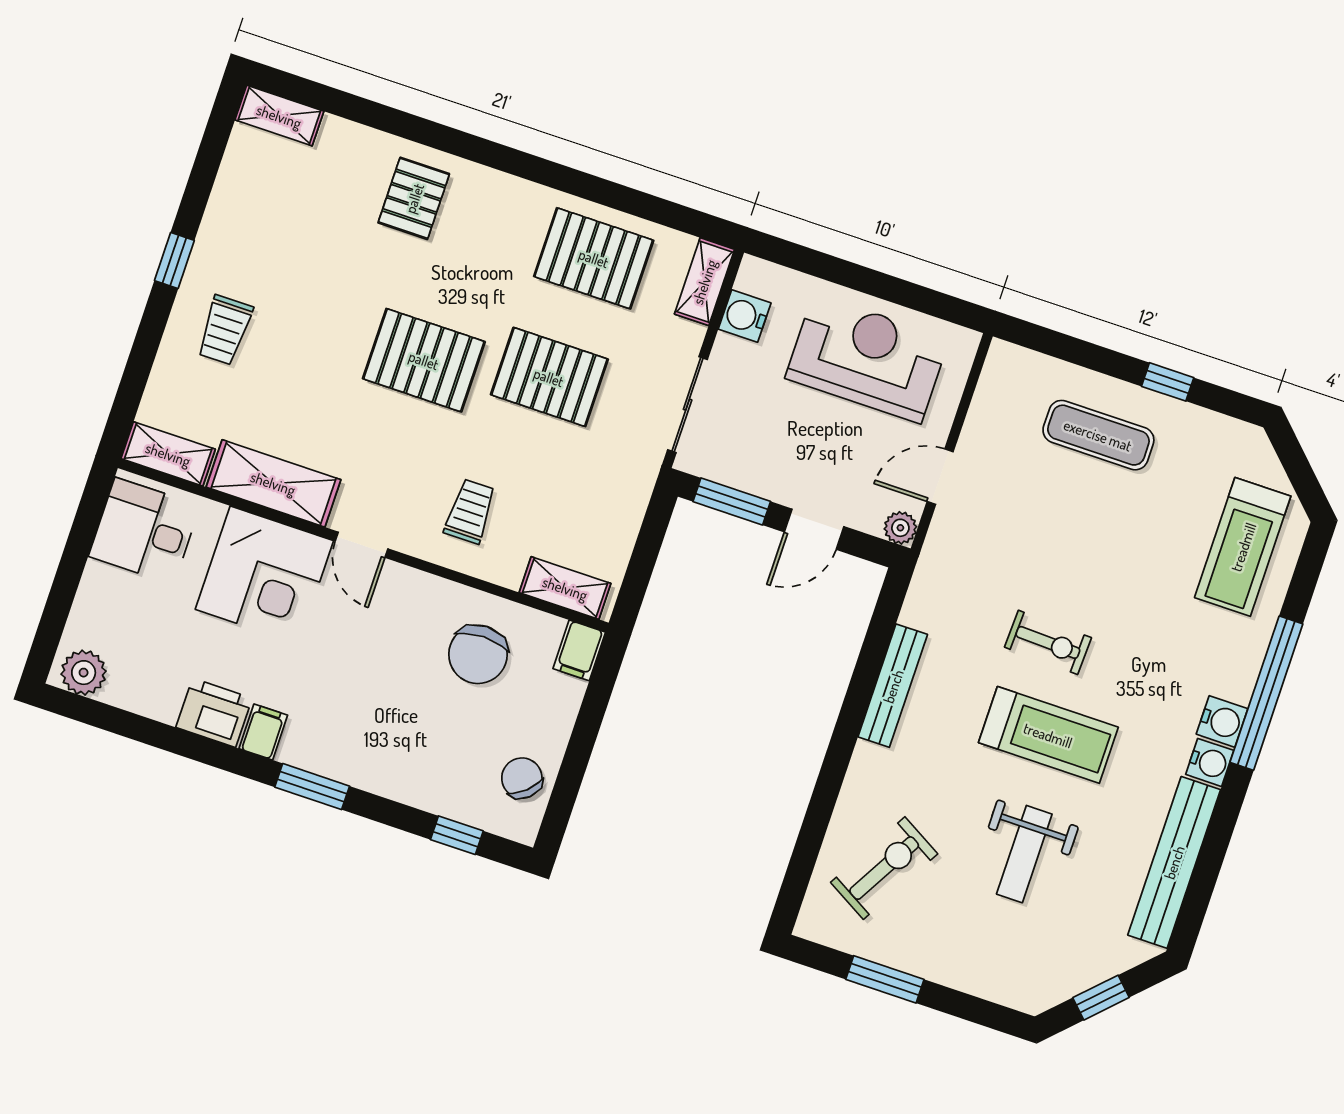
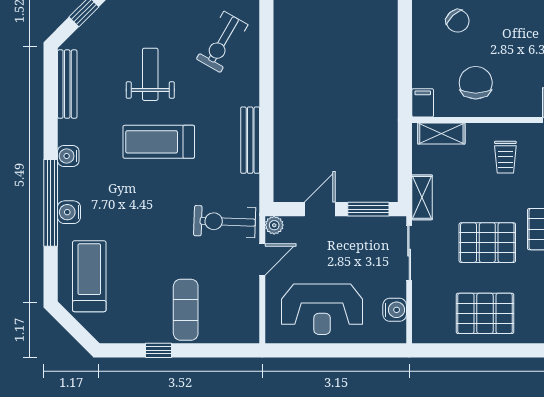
shelving: (704, 282) -> (422, 197), moved
exercise mat: (1098, 435) -> (186, 310), turned 90
exercise bike: (1048, 642) -> (225, 222), moved, width x1.38, depth x1.39
water cooler: (1222, 721) -> (69, 212), moved
chair: (522, 778) -> (458, 21), moved
bench: (1174, 862) -> (67, 84), width x0.73, depth x0.82

